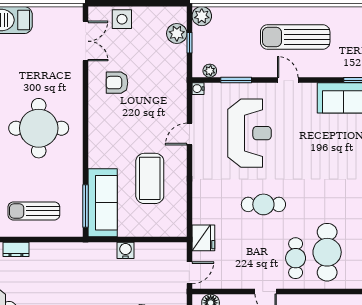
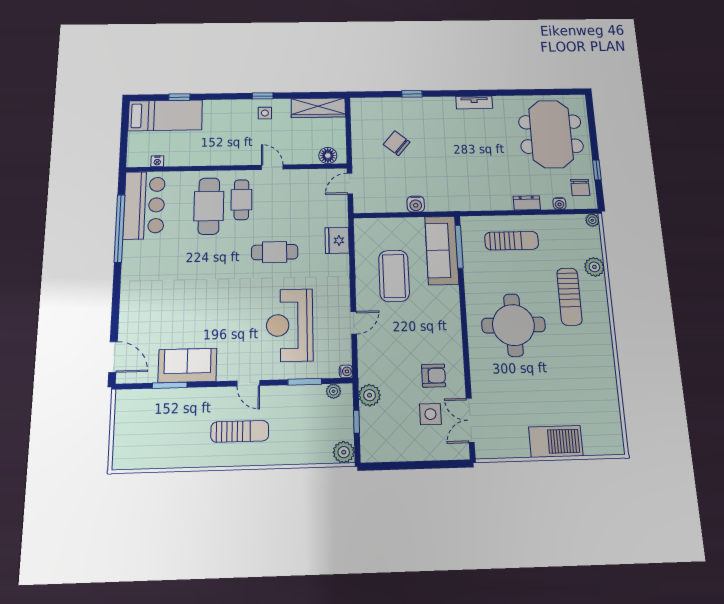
side table: (122, 19) -> (430, 414), moved
plant: (177, 33) -> (370, 395), moved
sun lounger: (295, 37) -> (240, 431), width x0.73, depth x0.75
fridge: (203, 238) -> (337, 240), moved

